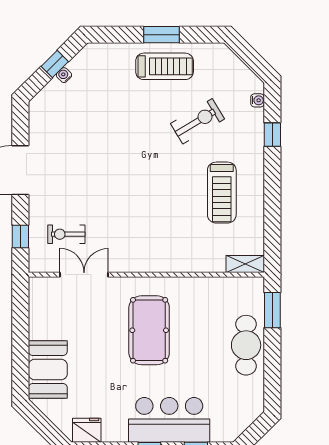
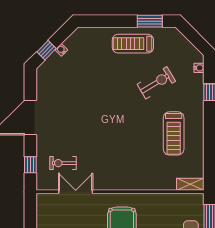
window: (161, 35) -> (150, 21), moved
window: (55, 64) -> (47, 50), moved
treadmill: (165, 66) -> (133, 44), turned 180

